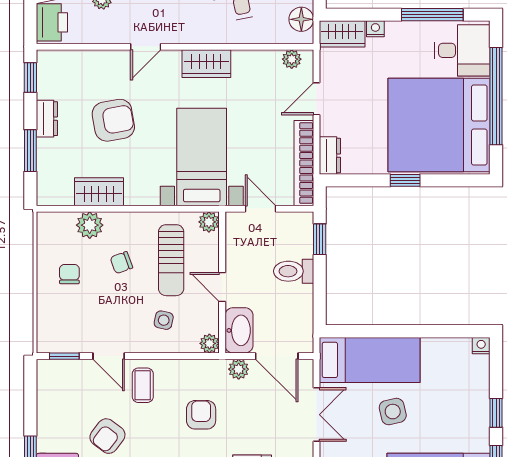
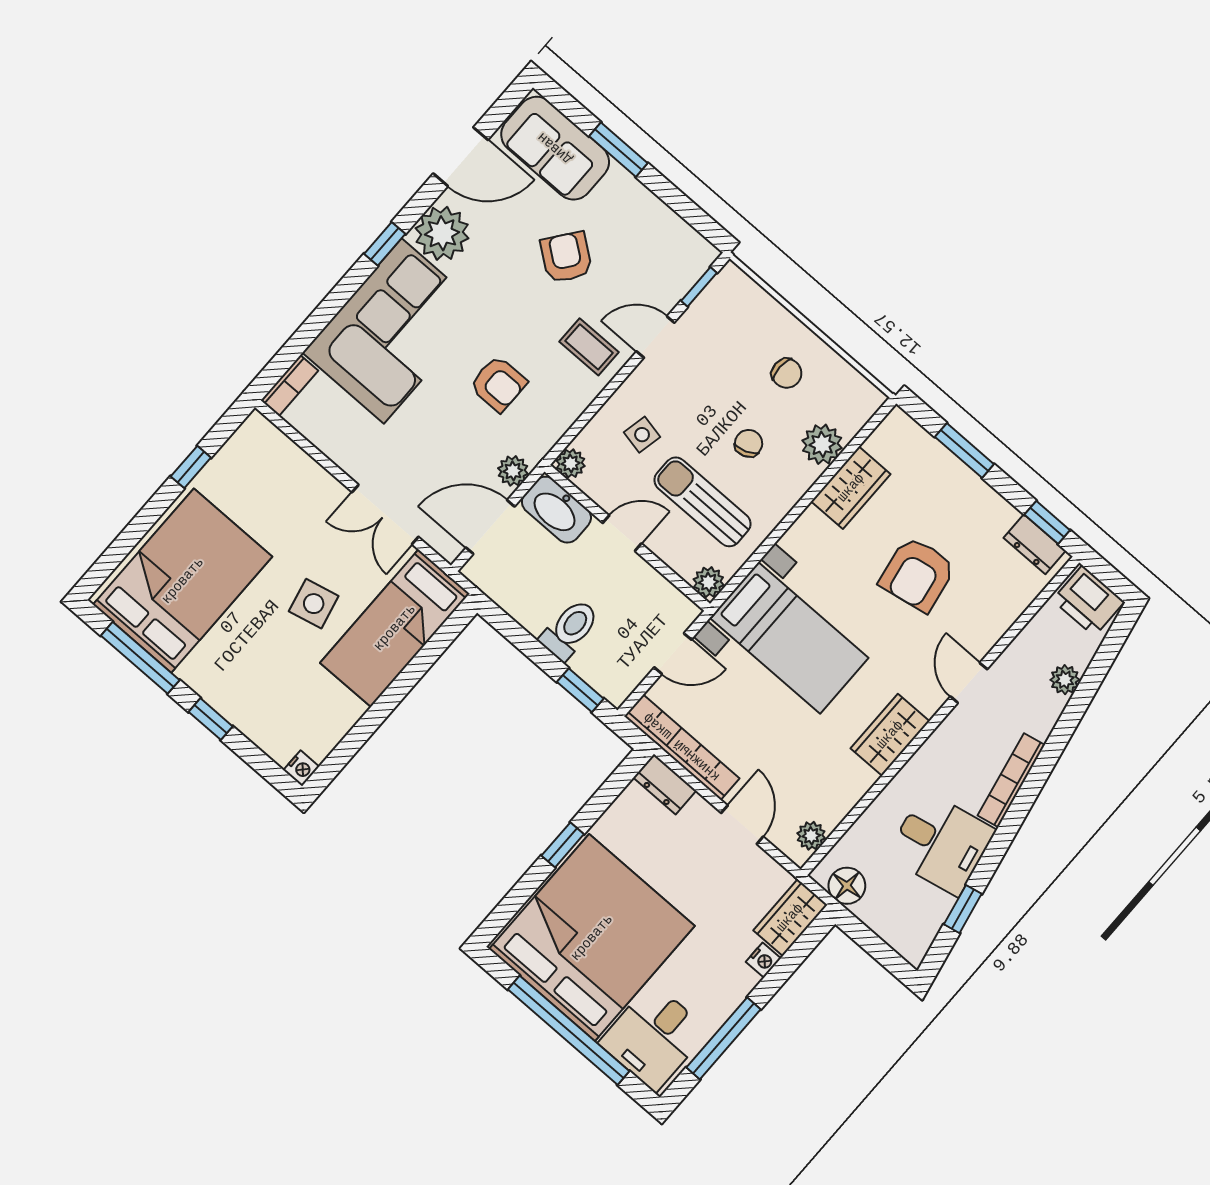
dresser: (47, 119) -> (1035, 544), moved

